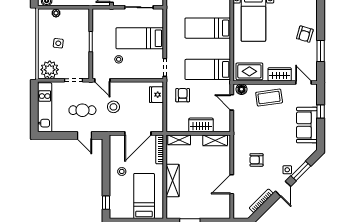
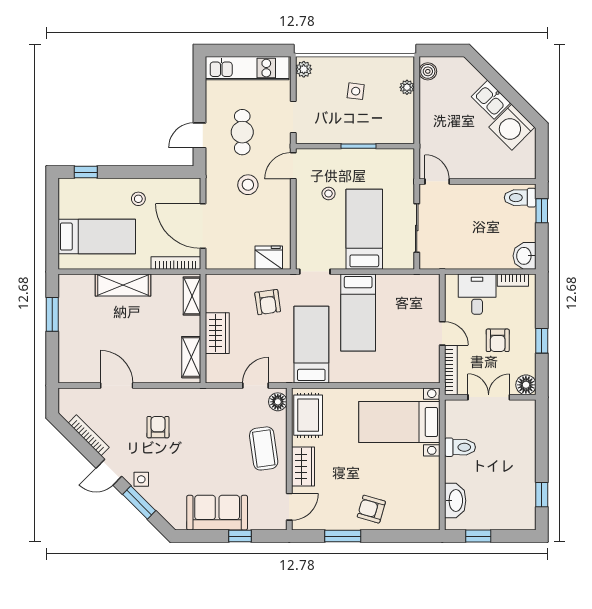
bed: (208, 28) -> (358, 313), moved, turned 180
plant: (50, 70) -> (304, 69), width x0.53, depth x0.53
armchair: (183, 95) -> (268, 302), turned 82

